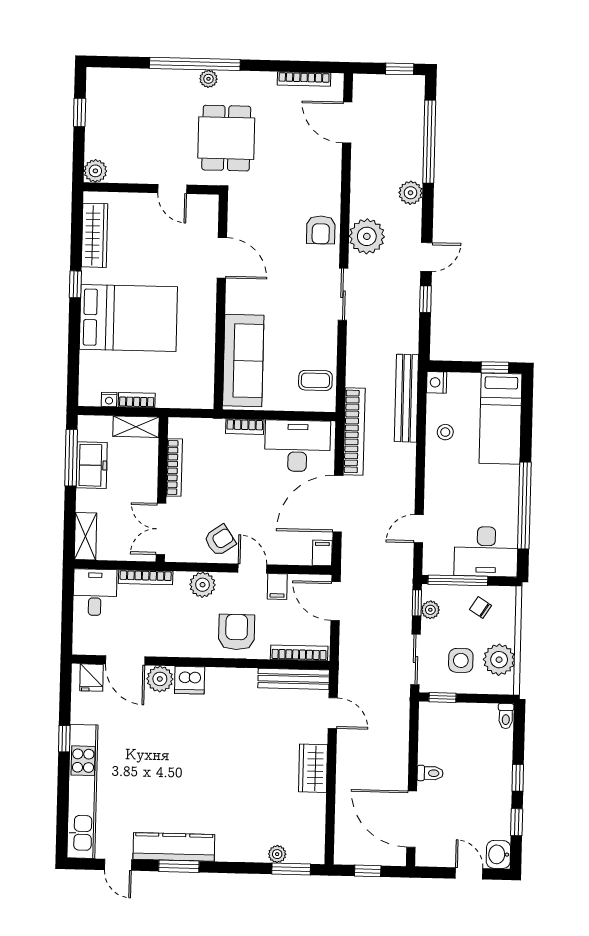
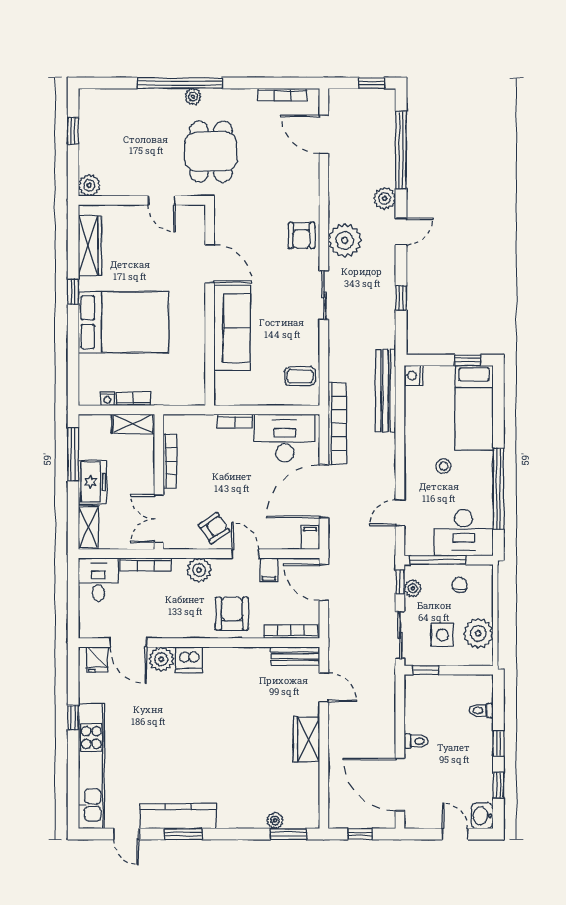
door: (426, 257) -> (401, 231), moved
sofa: (243, 361) -> (232, 328), moved
stool: (445, 432) -> (443, 466), moved
freezer: (92, 465) -> (92, 482), moved
chair: (481, 607) -> (460, 585), turned 57
bench: (294, 679) -> (295, 656), width x0.73
toilet: (506, 716) -> (481, 710), moved, turned 90

